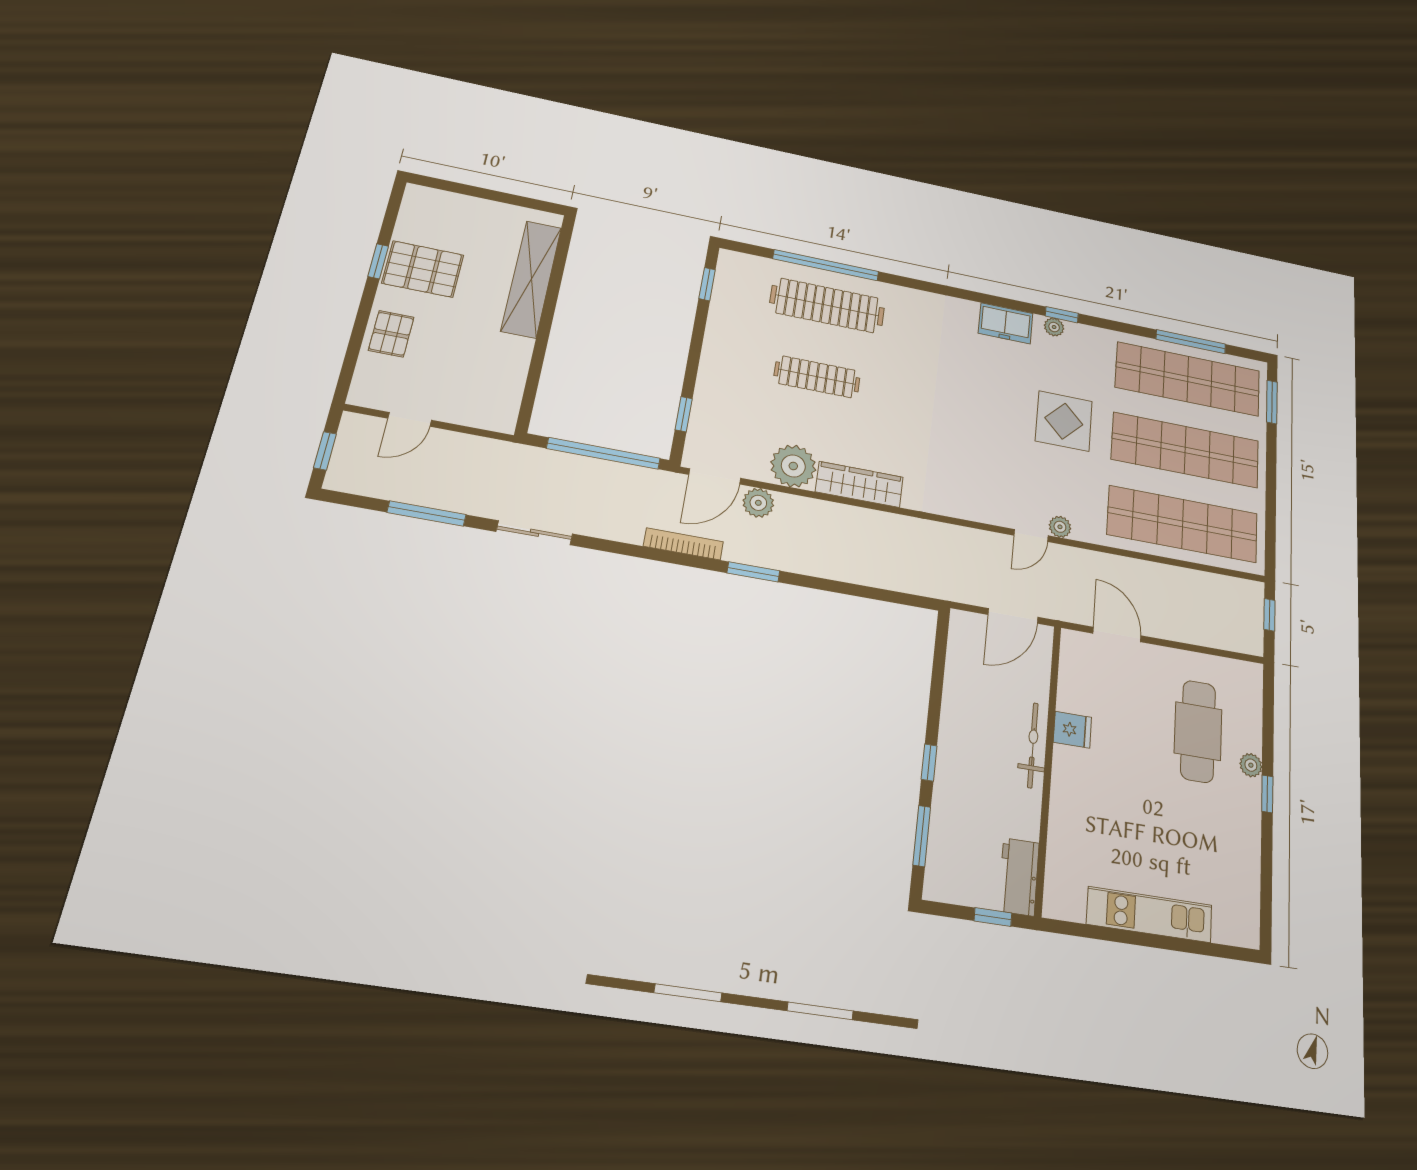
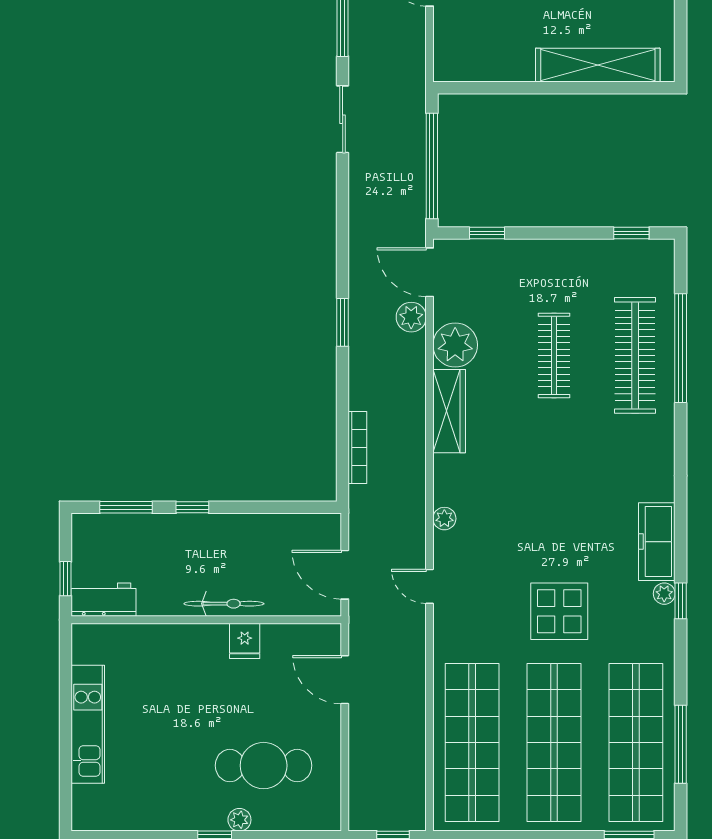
freezer: (1006, 323) -> (657, 542), width x1.40
plant: (1060, 527) -> (444, 519), moved
bookcase: (683, 544) -> (357, 448), moved
door: (1117, 634) -> (345, 680), swing flipped

